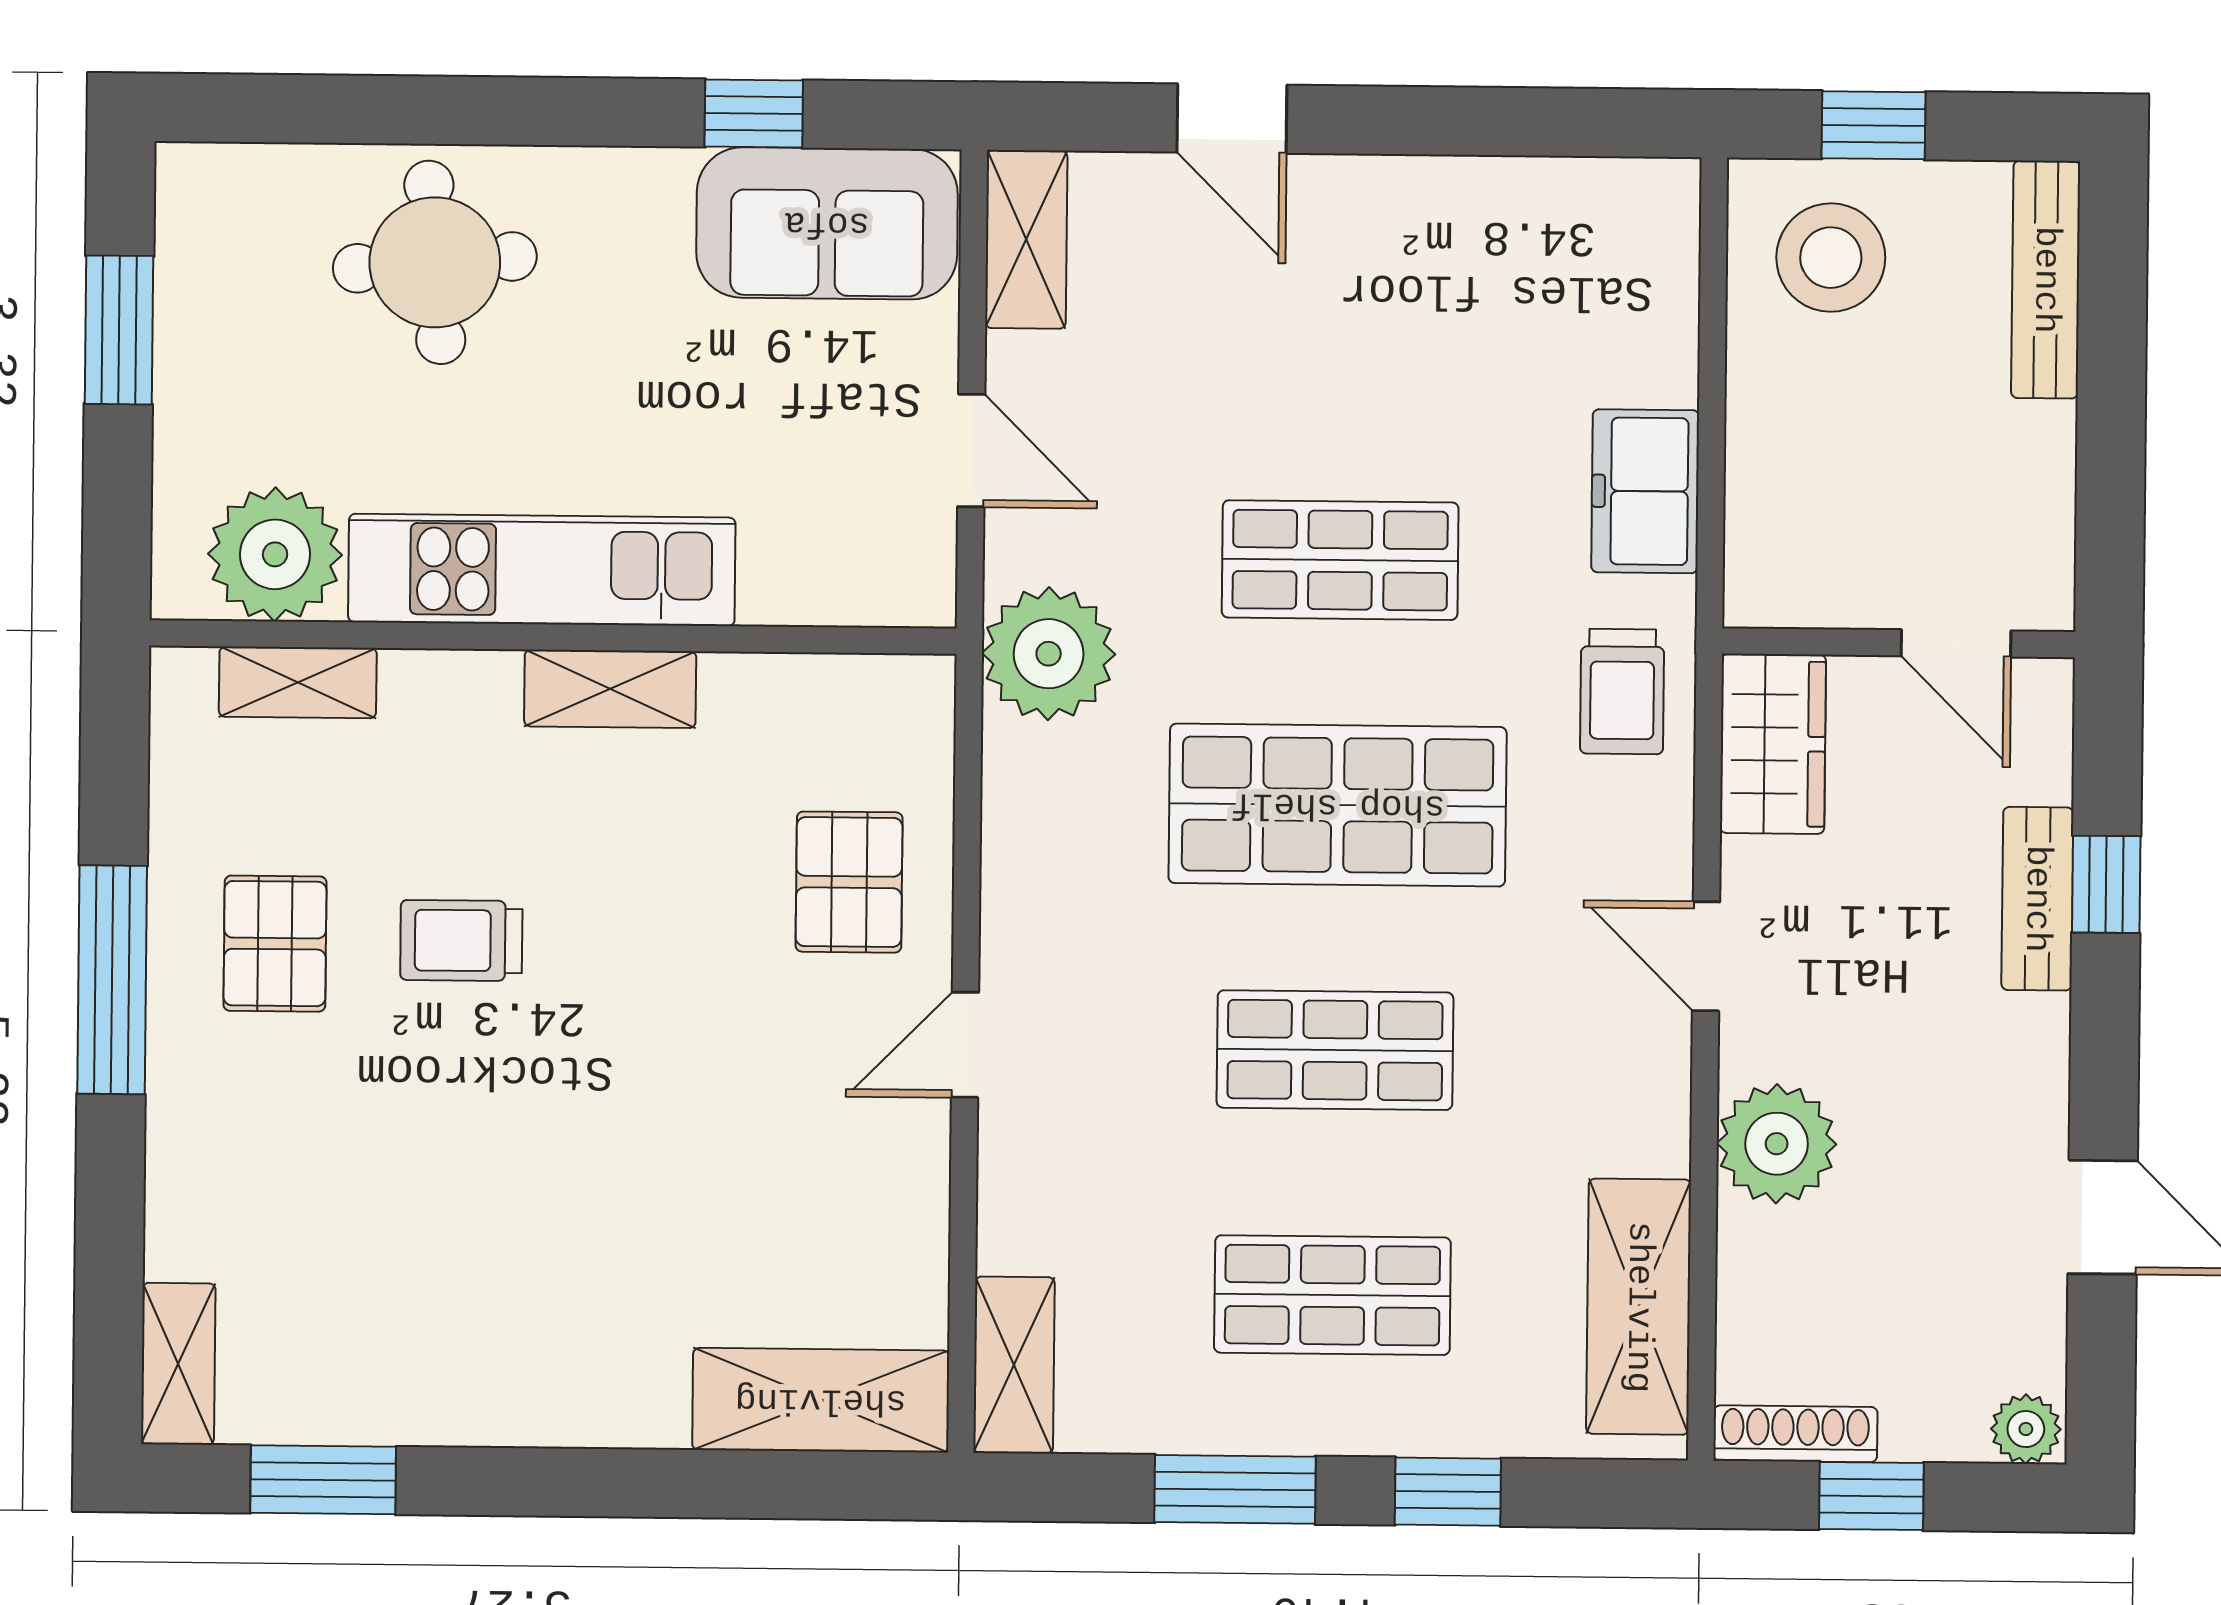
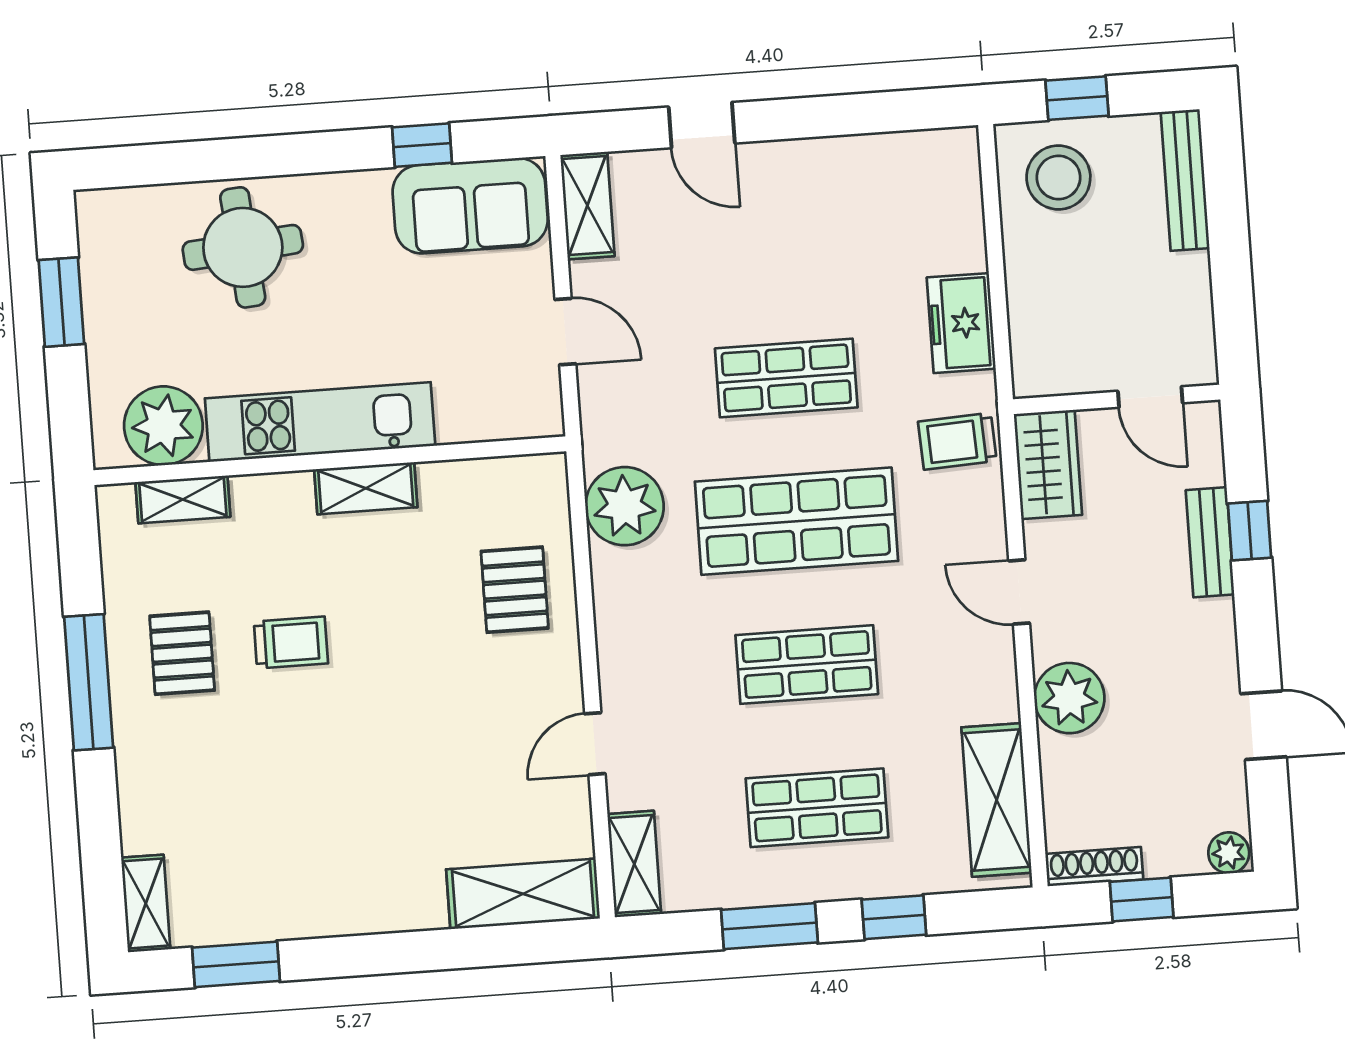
plant: (1049, 654) -> (625, 506), moved
trolley: (1622, 692) -> (957, 441), turned 87
trolley: (461, 940) -> (291, 642), turned 180
door: (965, 1045) -> (595, 744), moved

